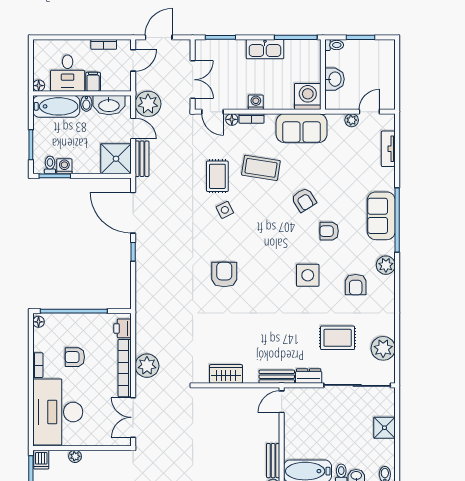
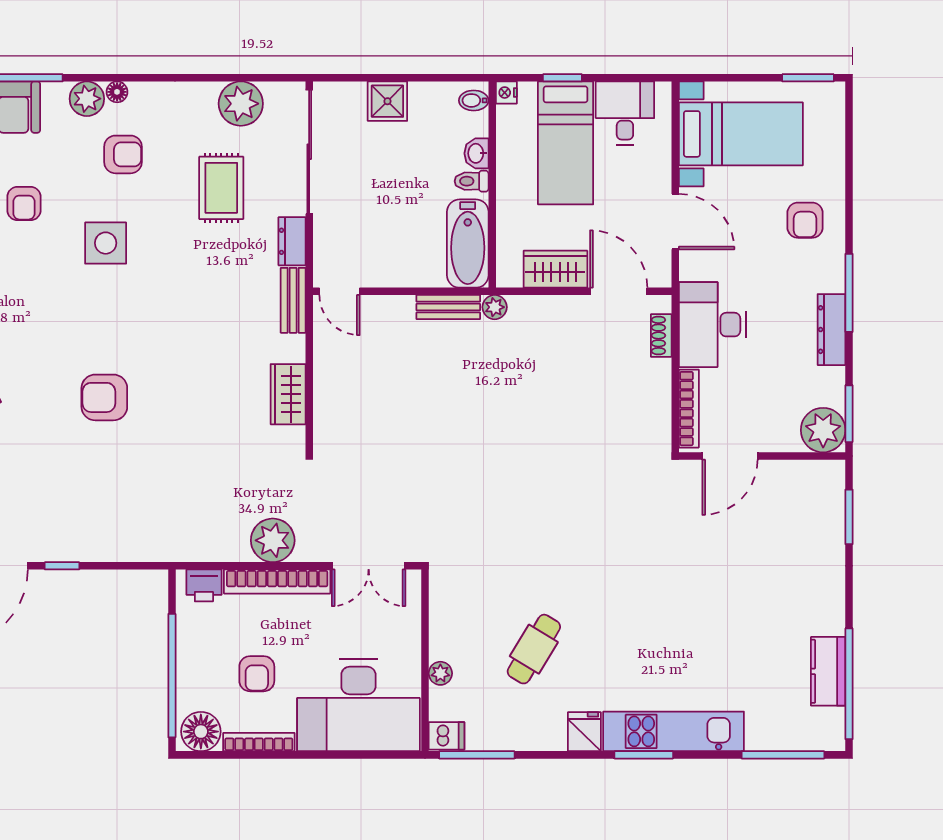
floor lamp: (389, 281) -> (117, 92), added
floor lamp: (39, 322) -> (201, 732), width x1.89, depth x1.89
bookcase: (38, 365) -> (259, 742), width x1.56

